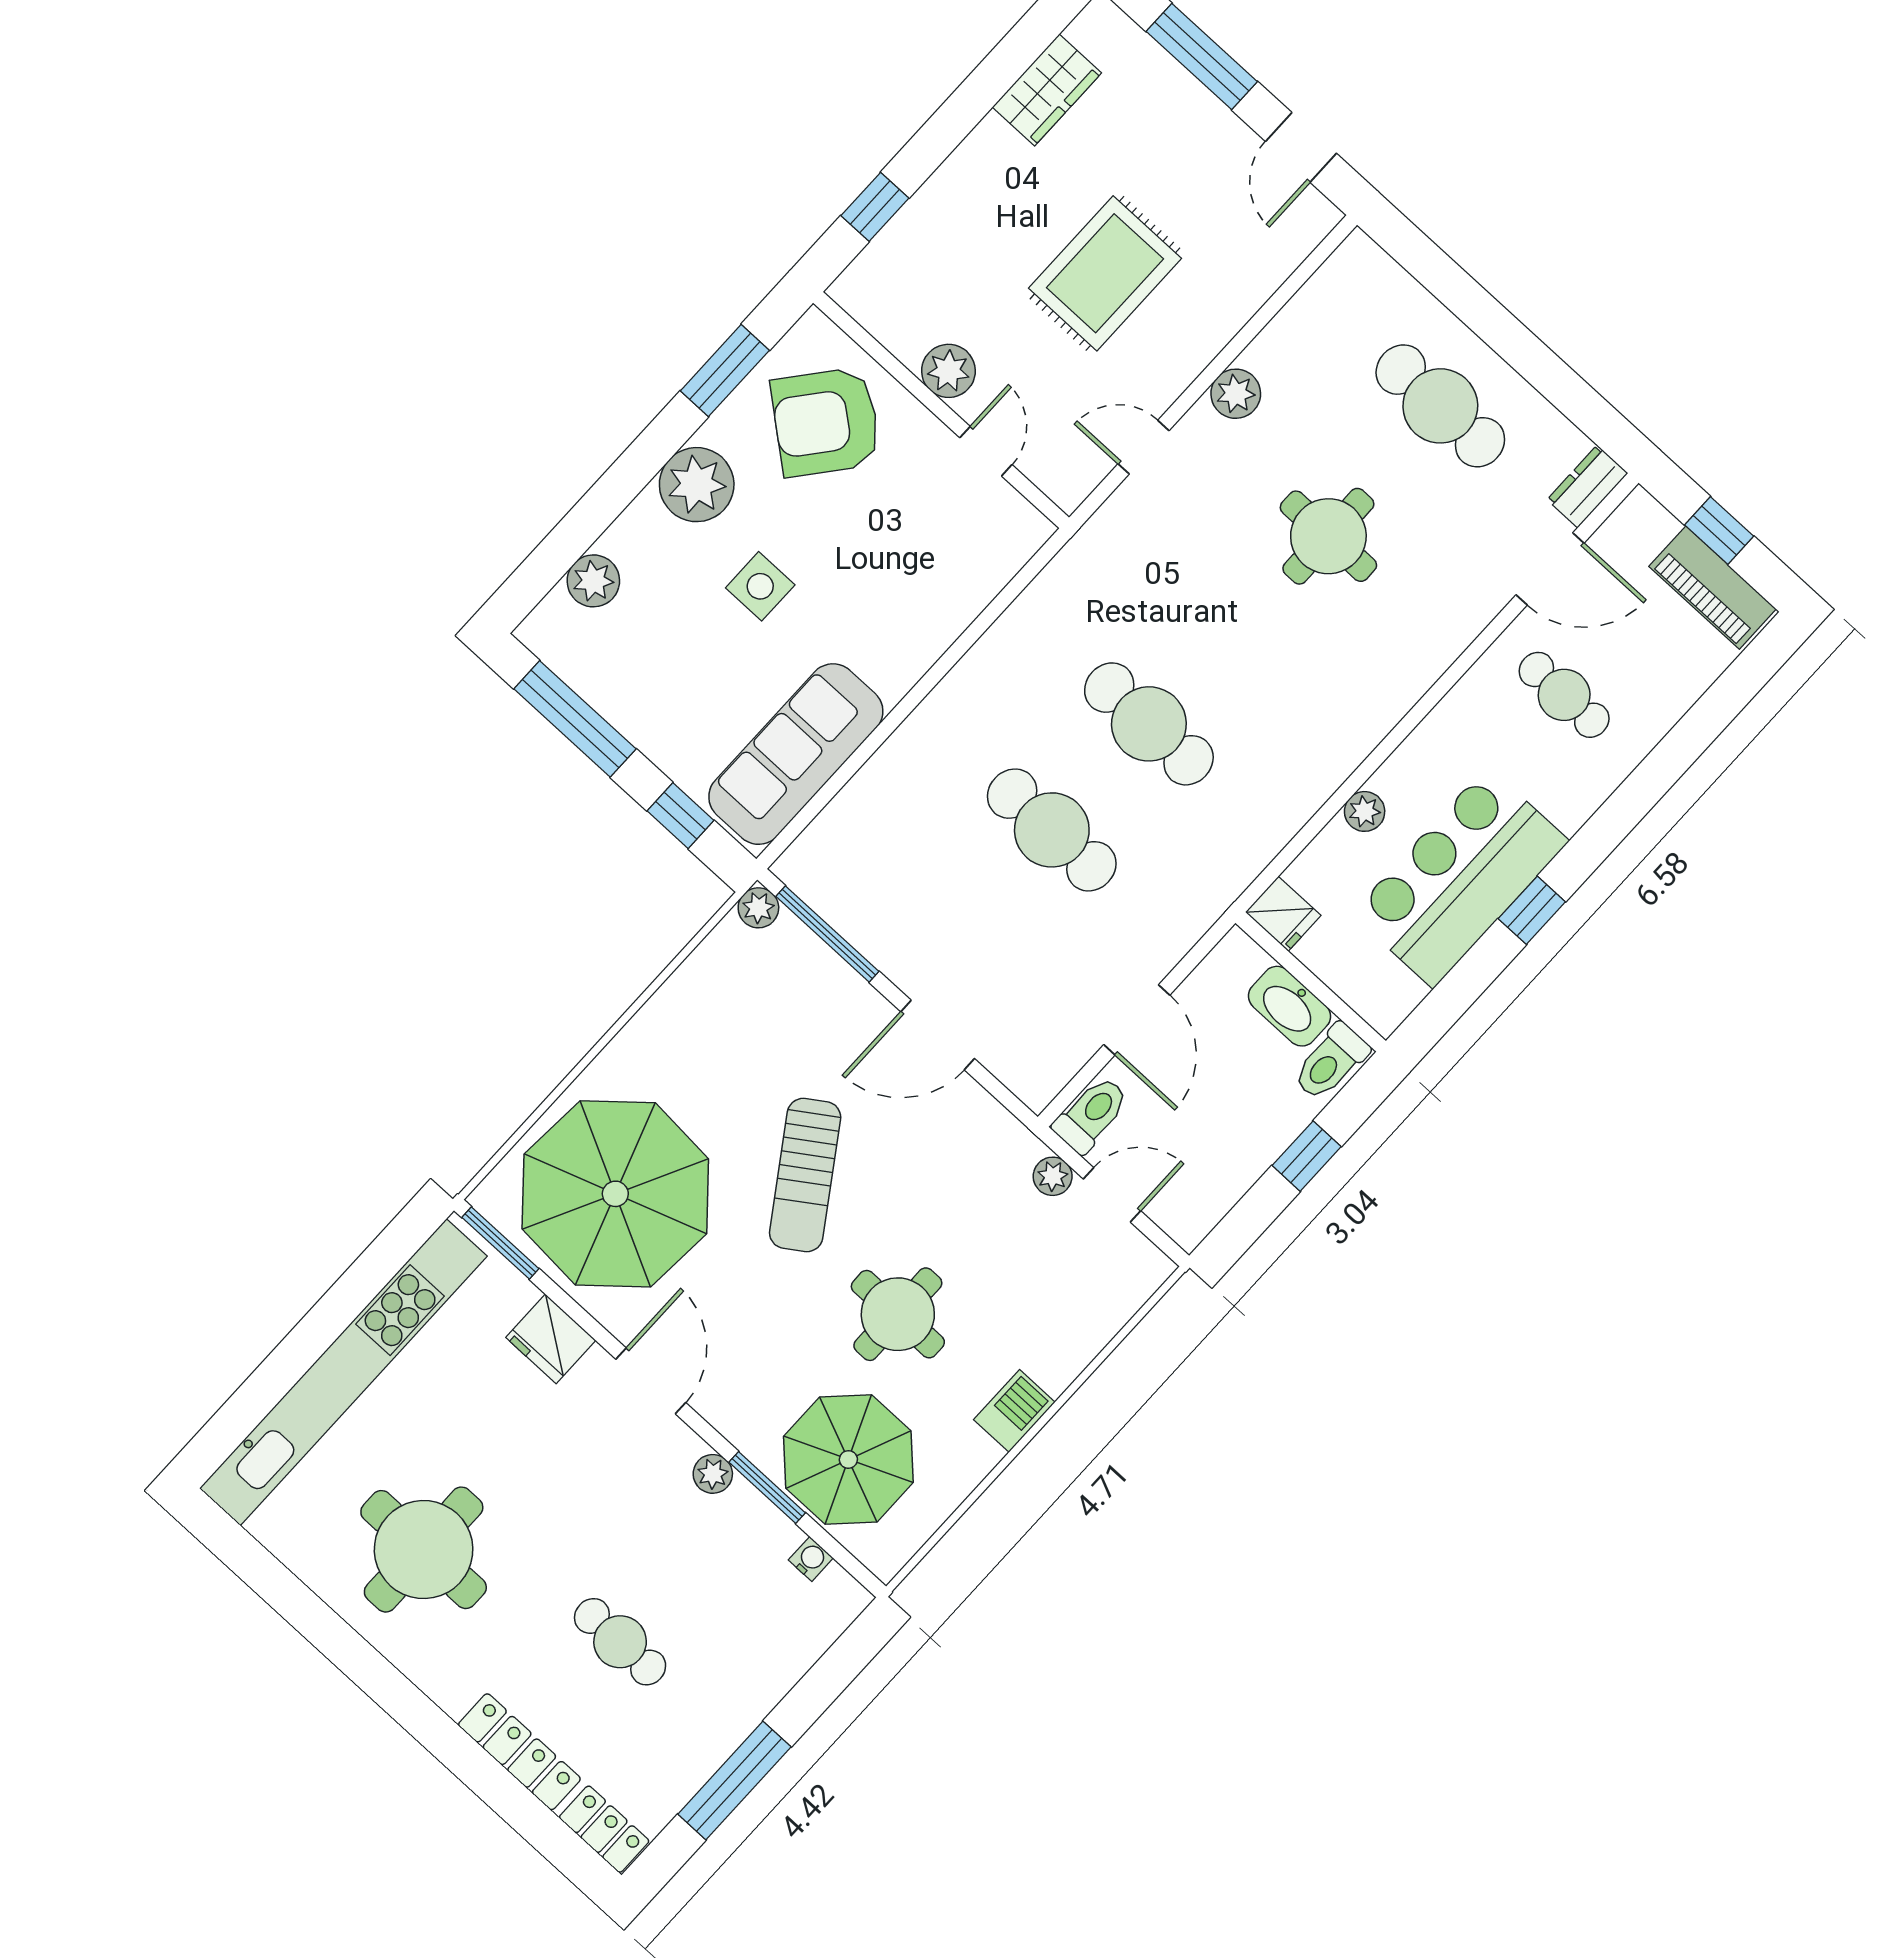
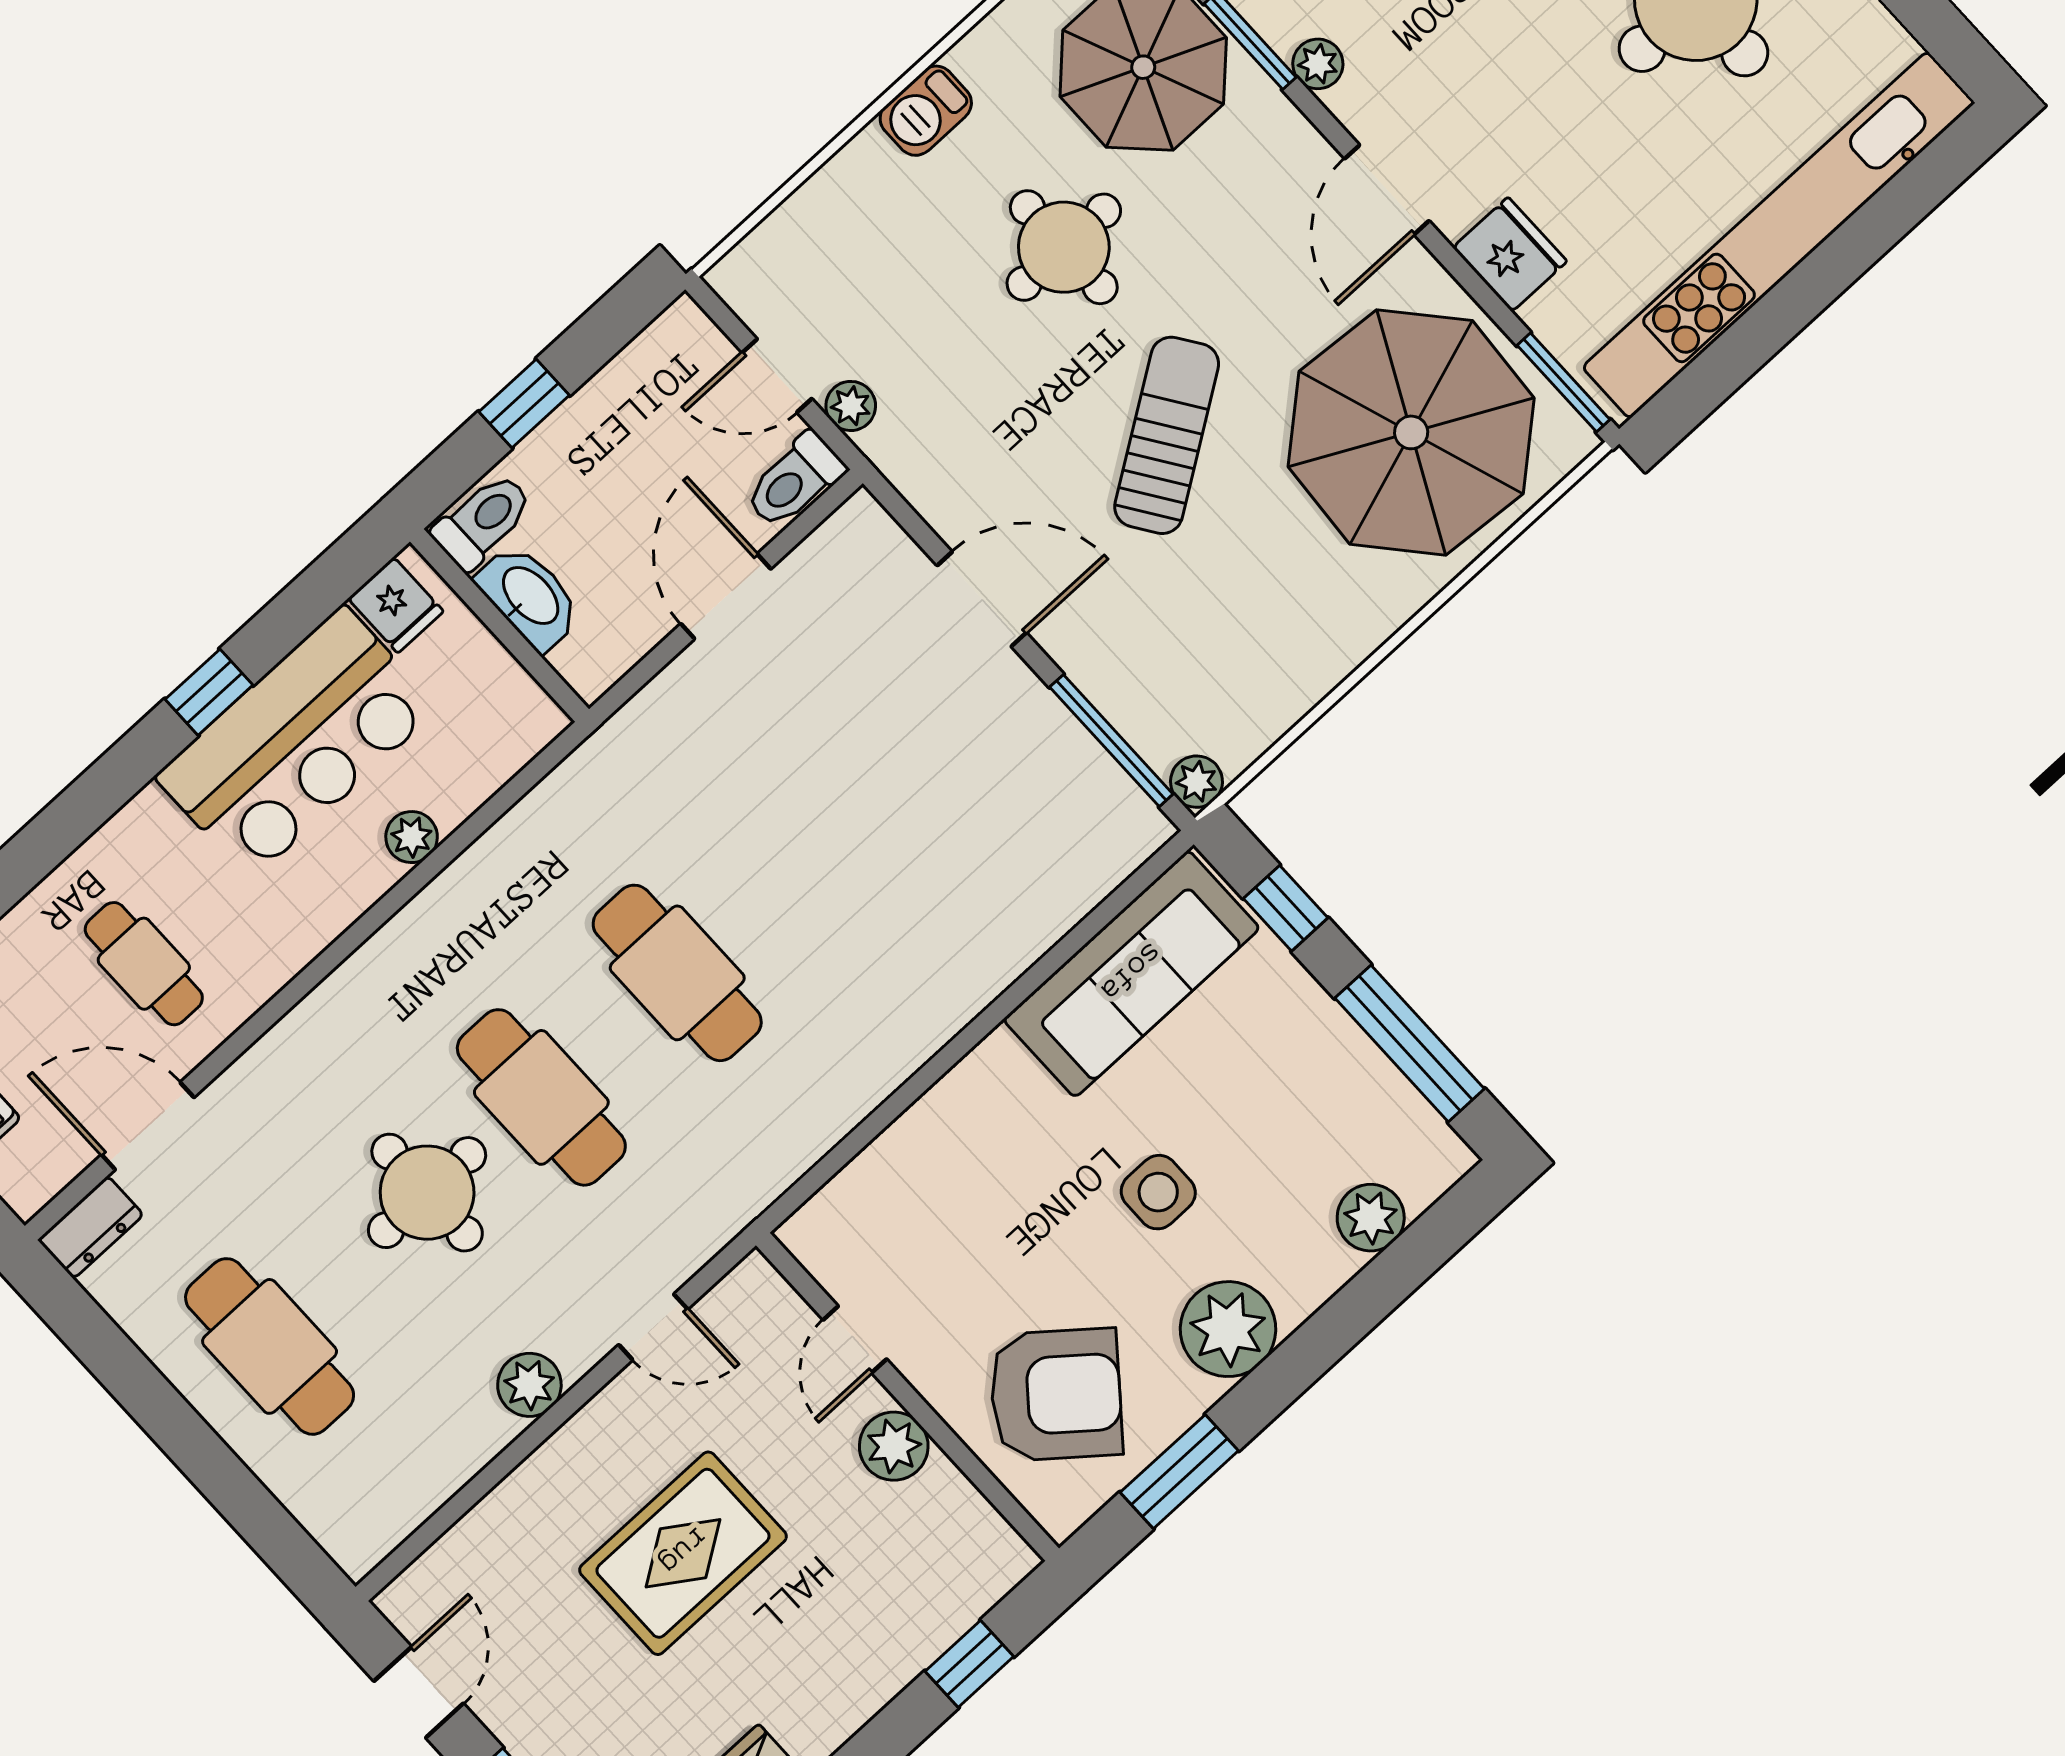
cafe table: (1052, 830) -> (541, 1097), moved
fridge: (1283, 914) -> (396, 605), moved, turned 180

